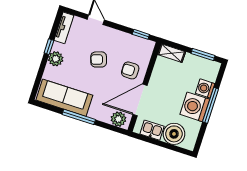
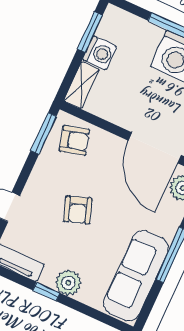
window: (141, 34) -> (43, 134), width x1.50
armchair: (130, 70) -> (74, 140), moved, turned -105
washing machine: (205, 88) -> (100, 53), moved, turned -90

